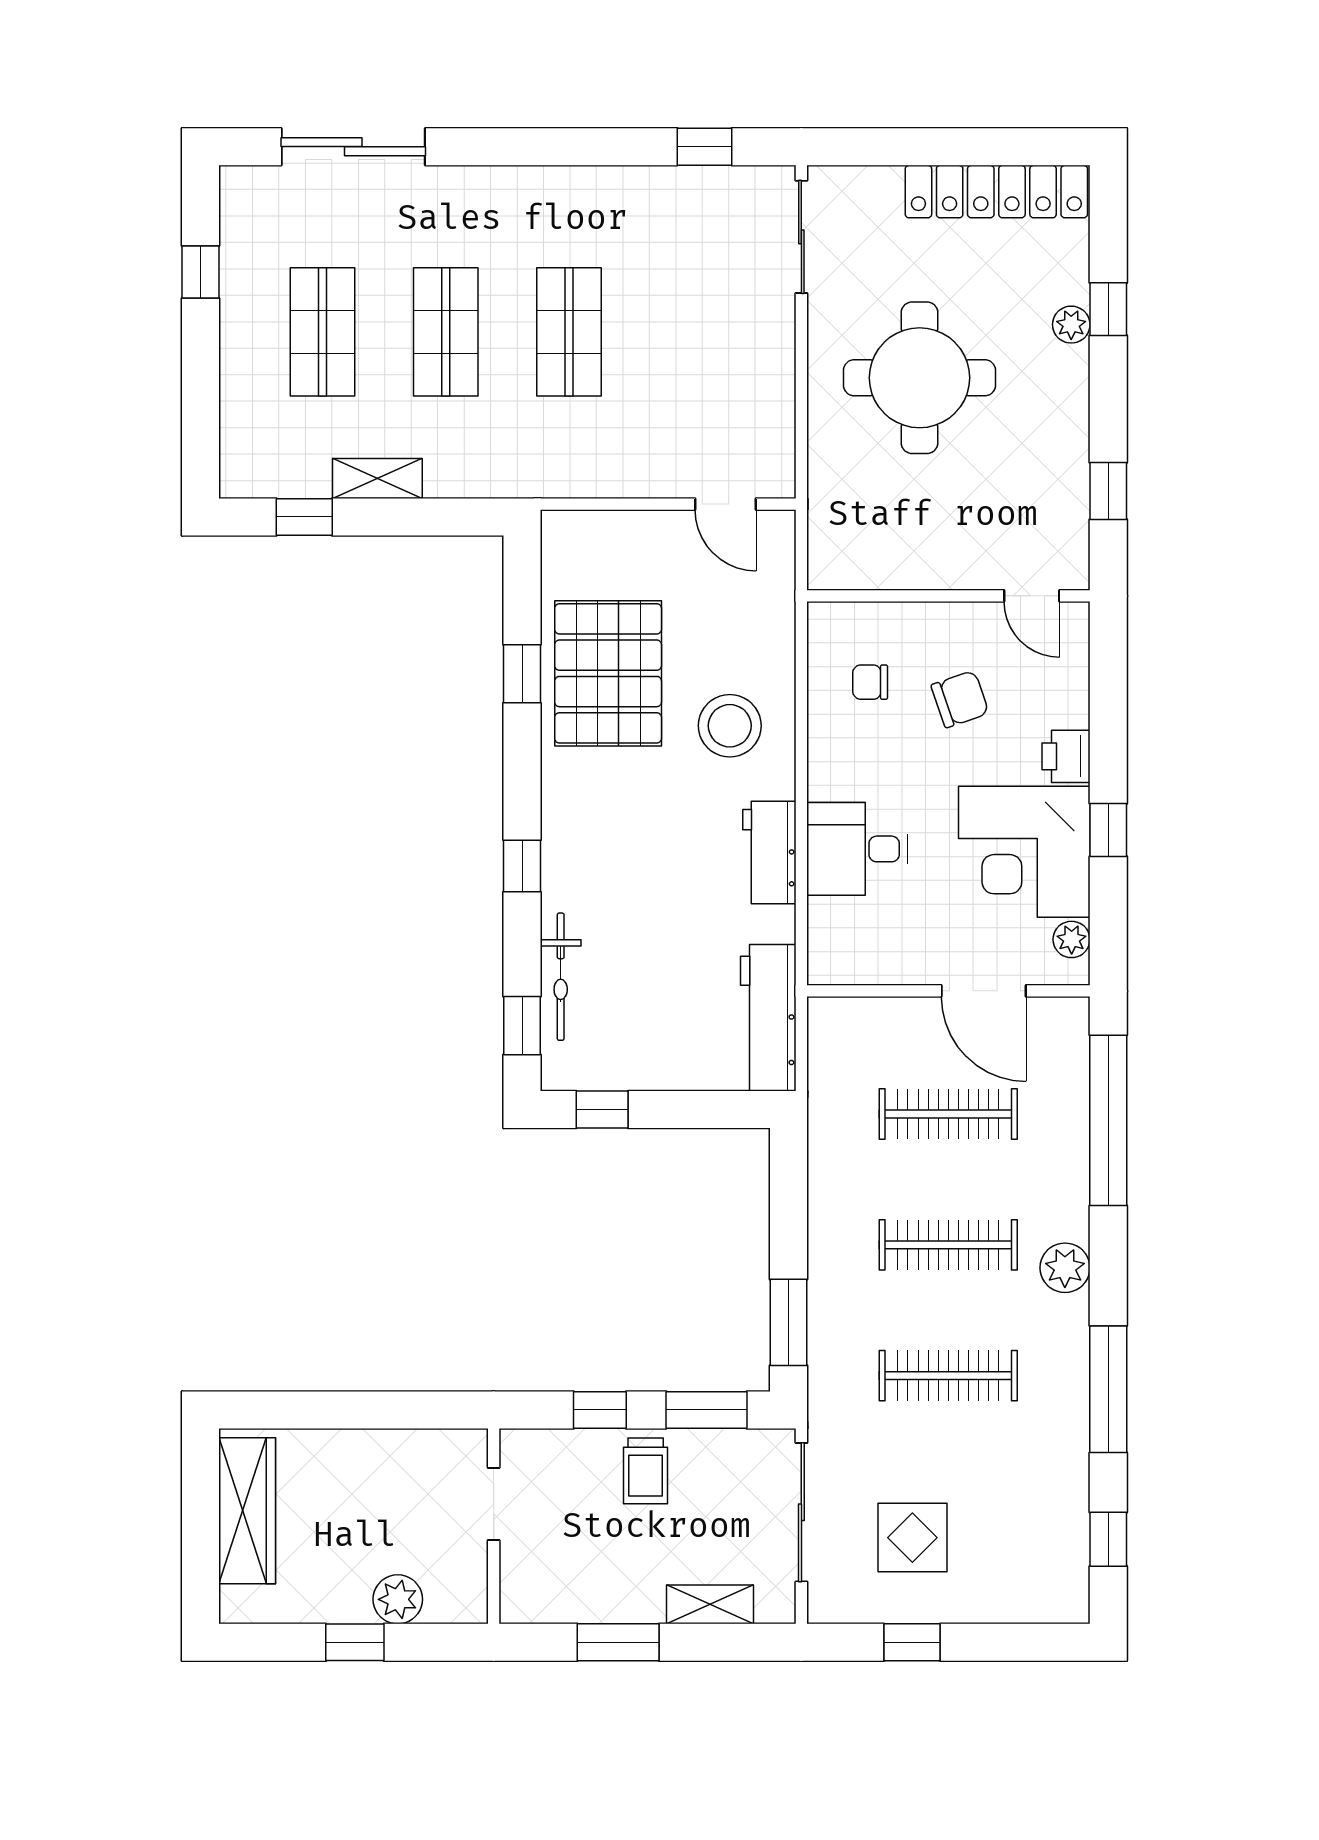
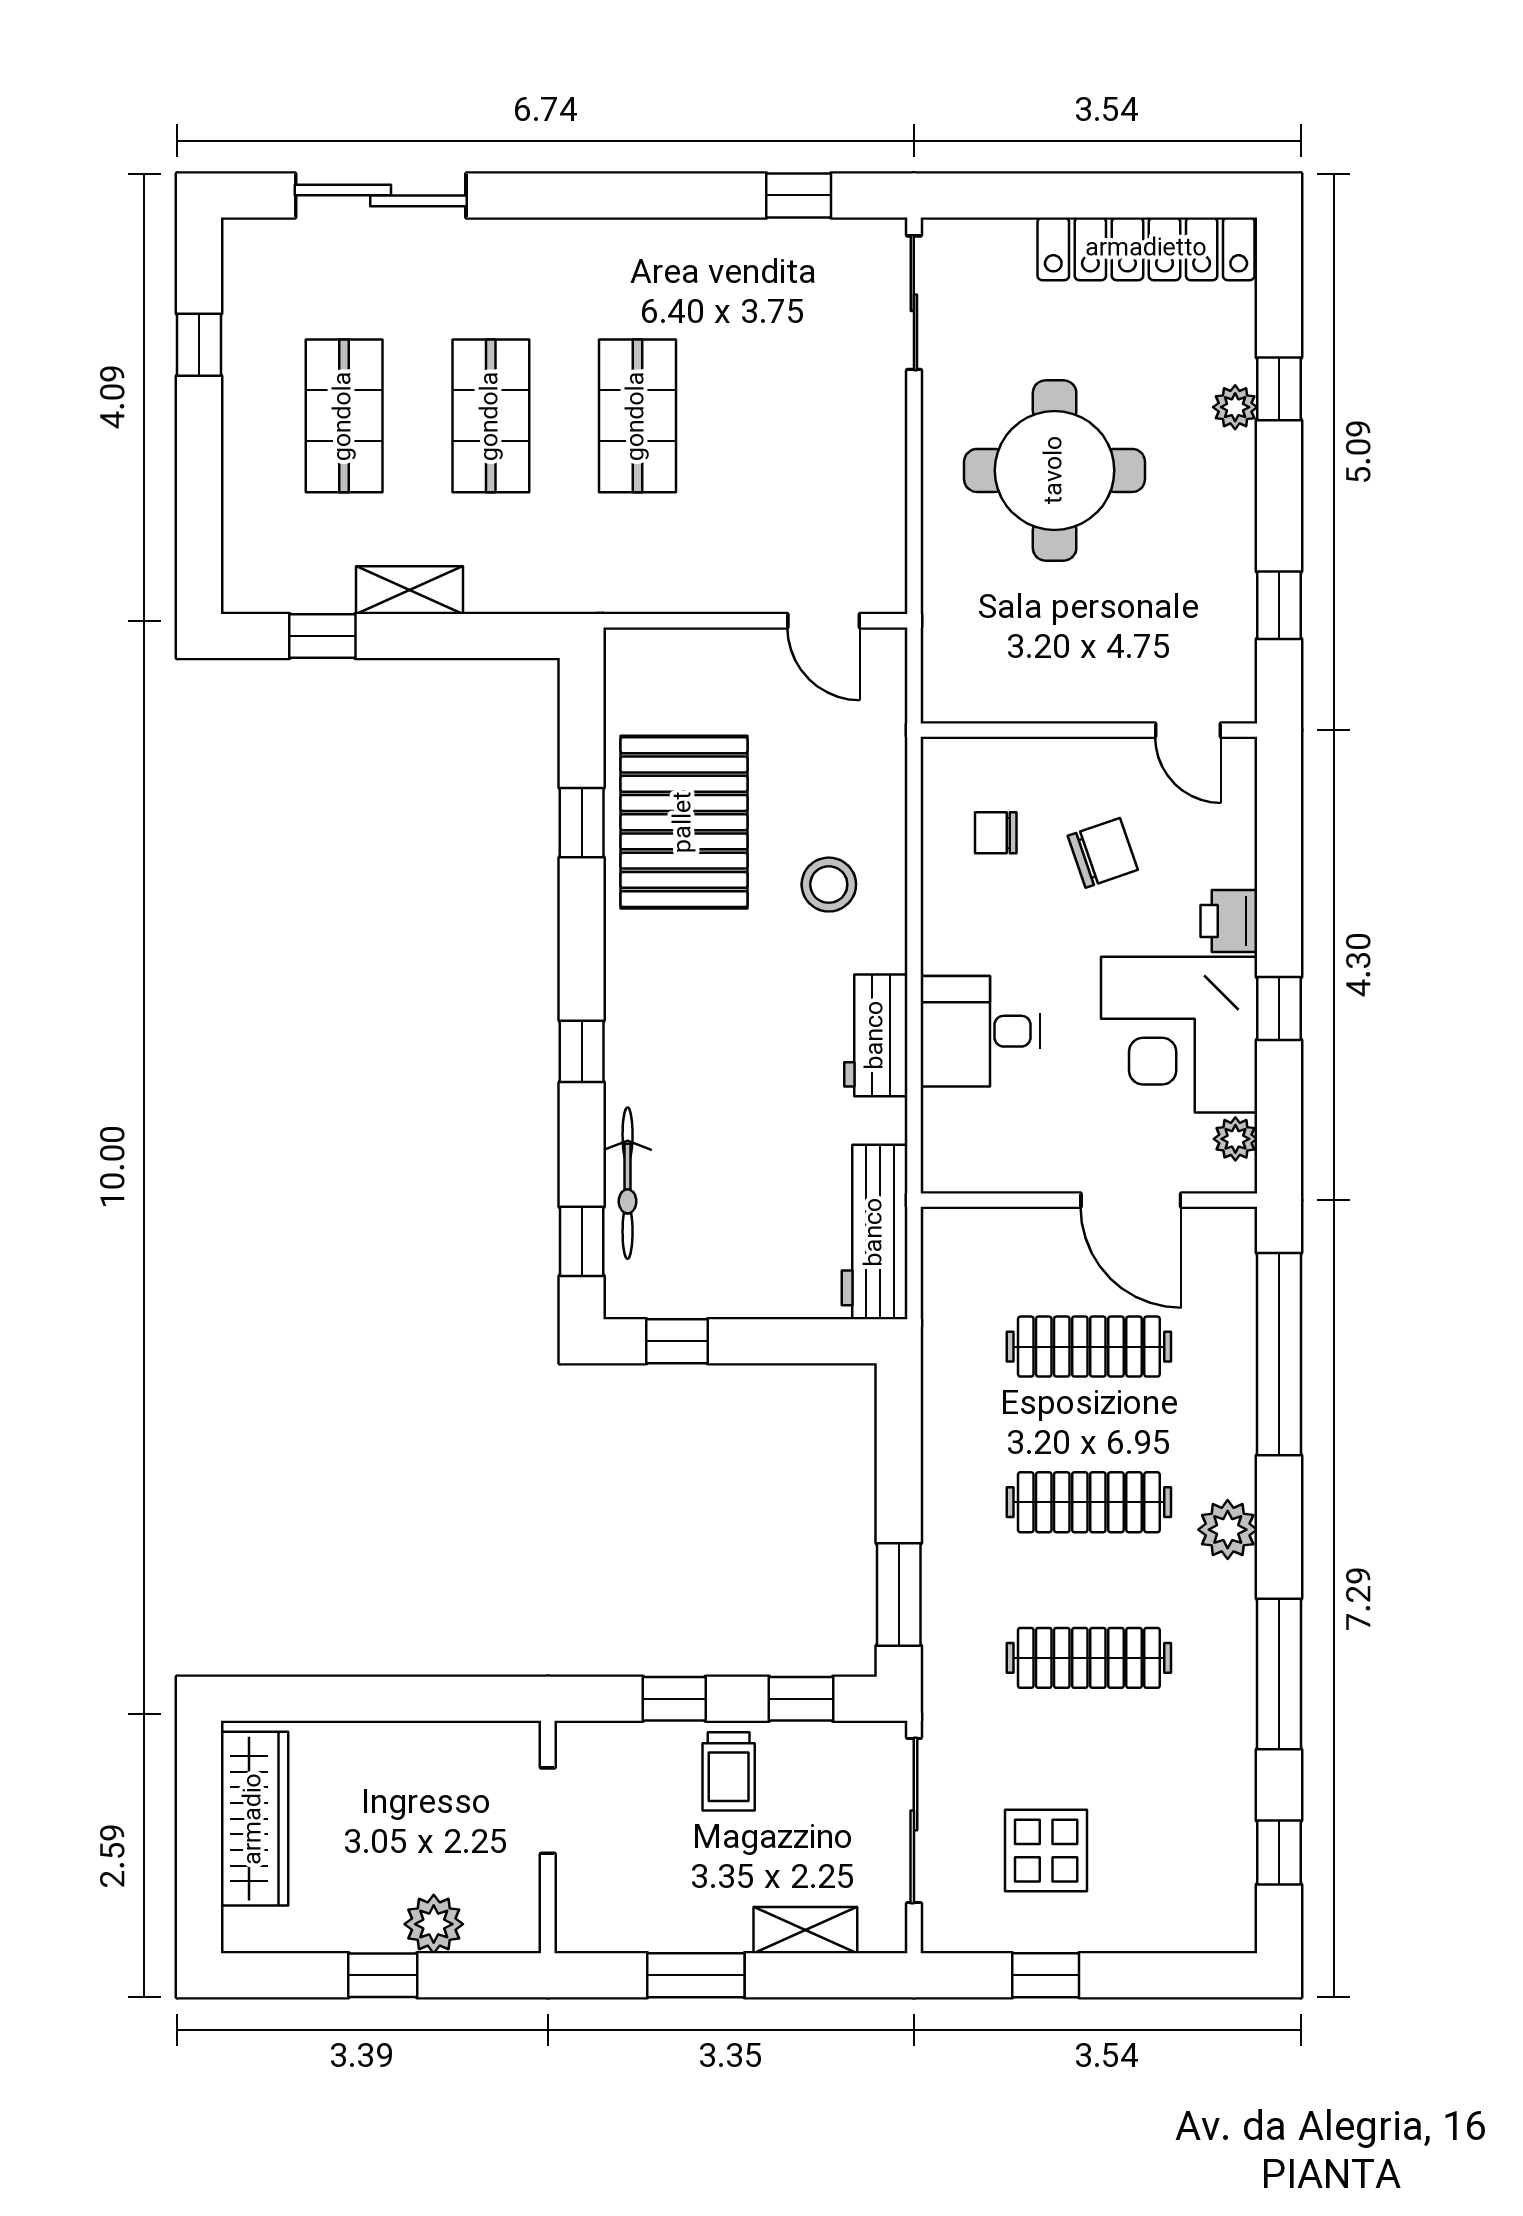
stool: (730, 726) -> (829, 885), width x0.73, depth x0.73
window: (706, 1410) -> (801, 1699), width x0.67

